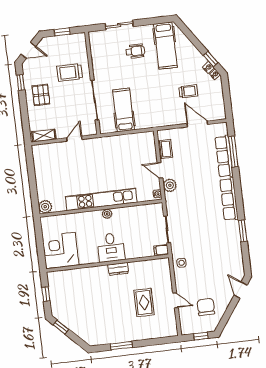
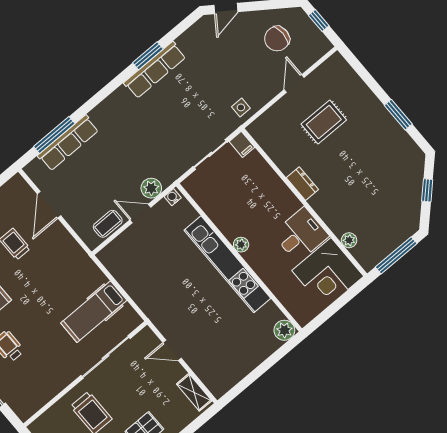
door: (160, 170) -> (140, 213), swing flipped
row of seats: (229, 199) -> (155, 70), moved
desk: (111, 247) -> (301, 235), moved
plant: (71, 274) -> (349, 240), added
window: (46, 294) -> (396, 255), width x2.17
window: (61, 327) -> (427, 190), moved

